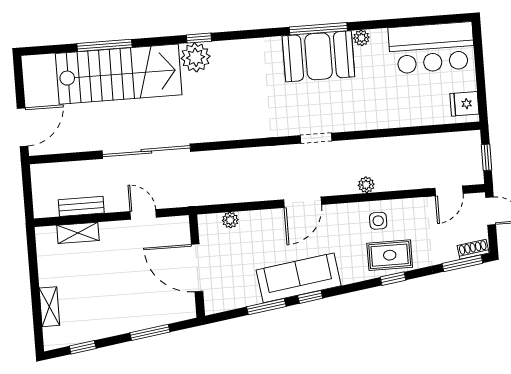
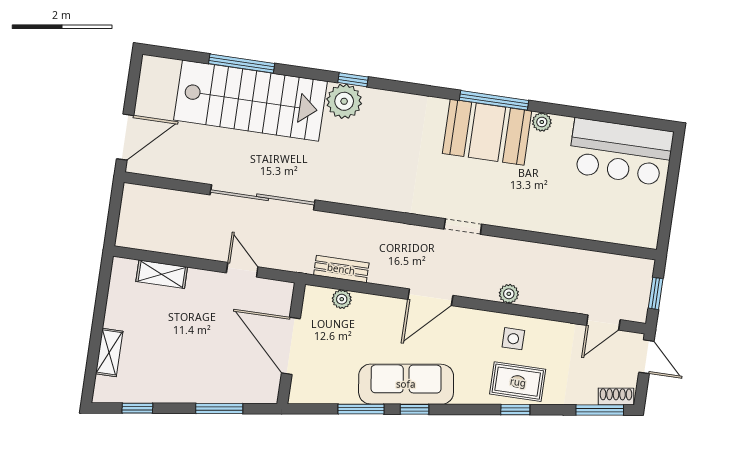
fridge: (464, 104) -> (644, 225), removed
bench: (81, 206) -> (341, 269), moved

